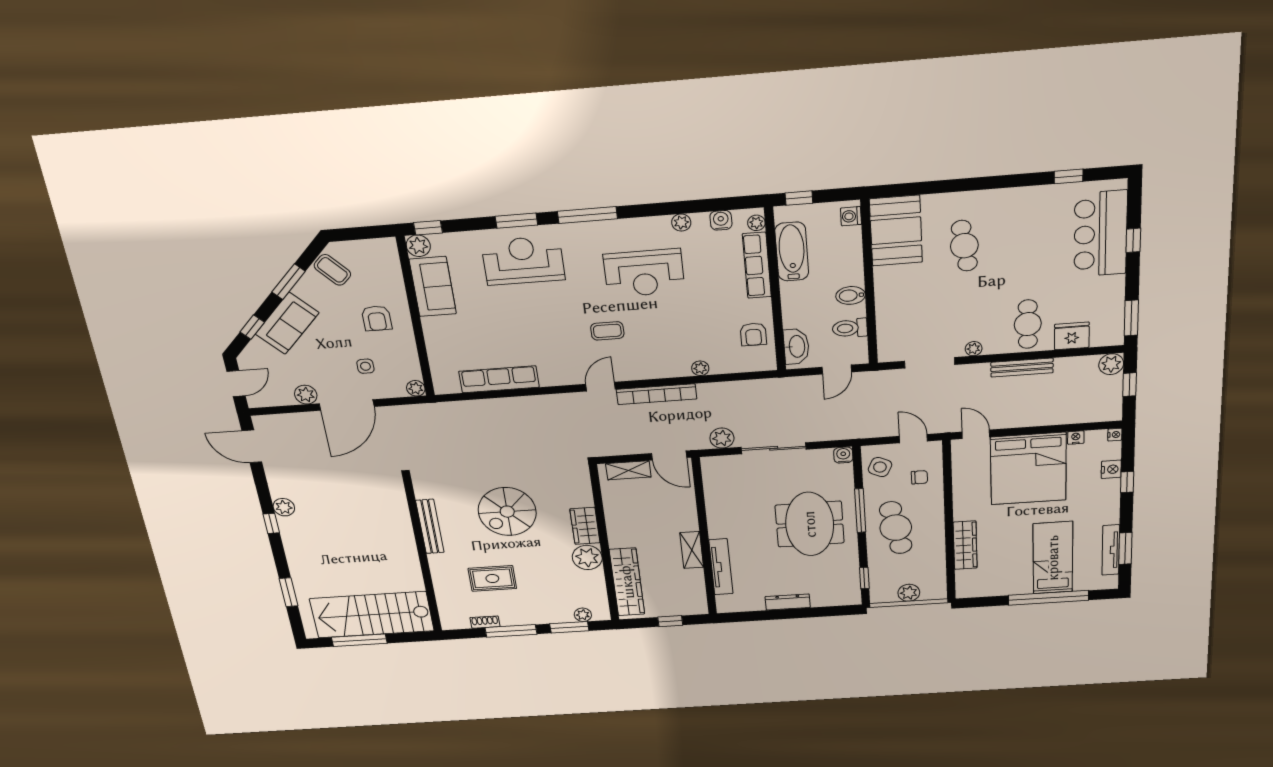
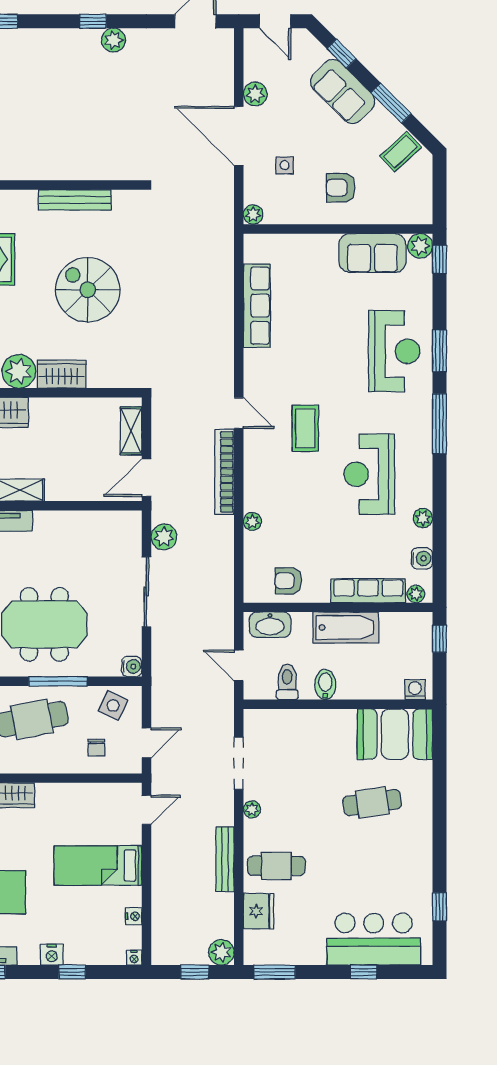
bathtub: (792, 252) -> (346, 628), moved
coffee table: (607, 331) -> (305, 428), width x1.36, depth x1.30
bed: (1028, 469) -> (98, 866), width x0.49
nightstand: (1111, 469) -> (52, 955), moved

